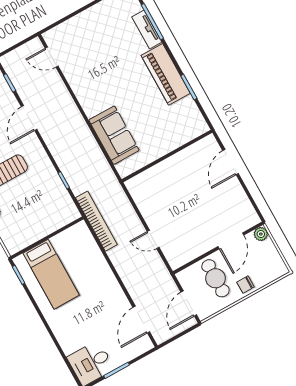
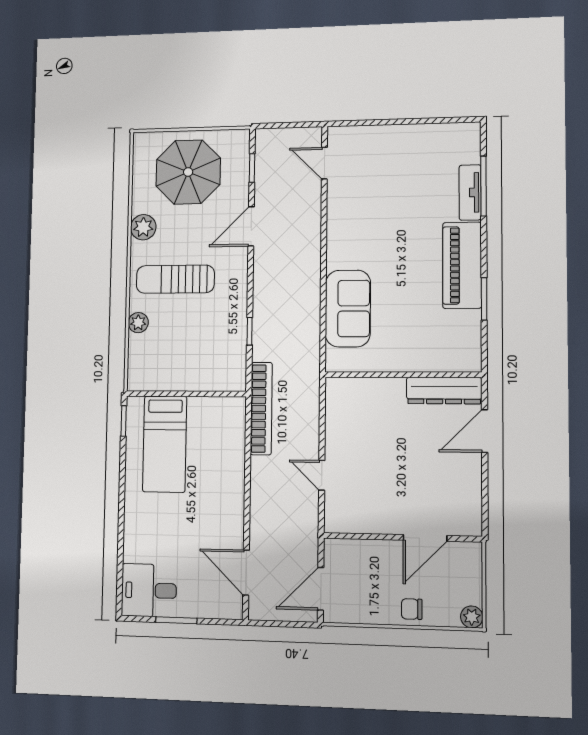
dresser: (195, 152) -> (444, 391), added
plant: (261, 234) -> (472, 617), moved
cafe table: (215, 278) -> (376, 576), removed
door: (141, 320) -> (246, 573), hinge flipped

